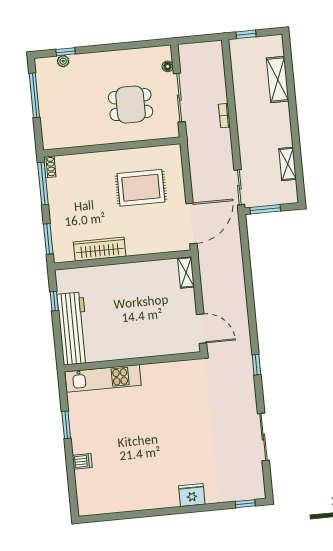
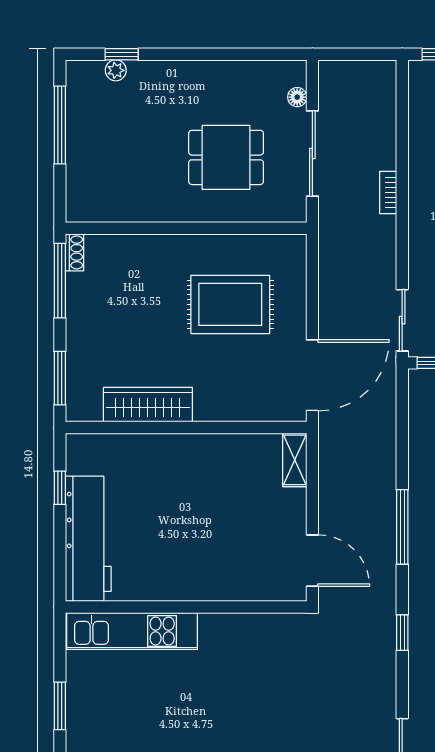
window: (251, 305) -> (402, 527), added

